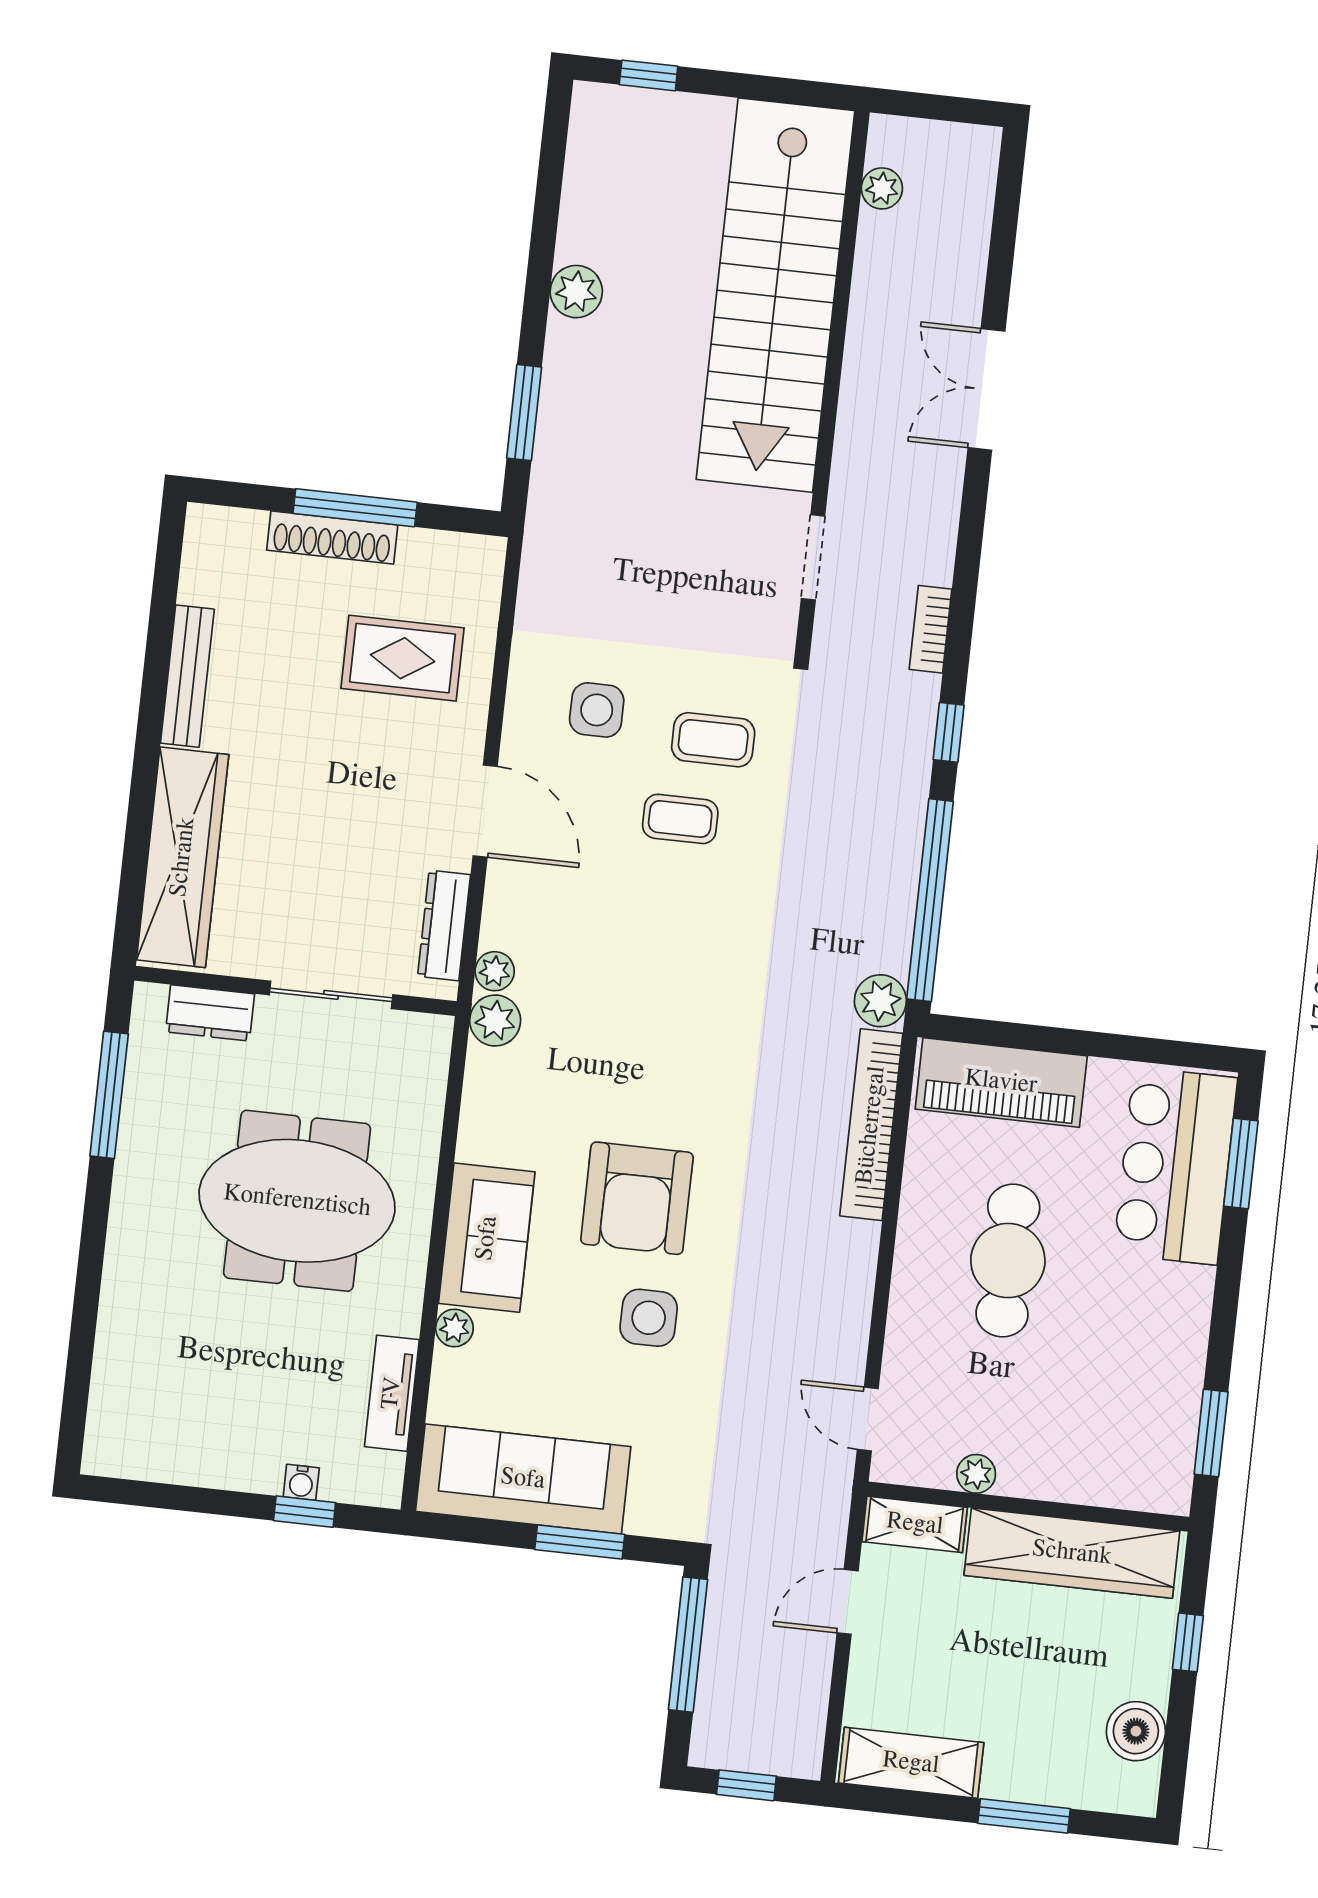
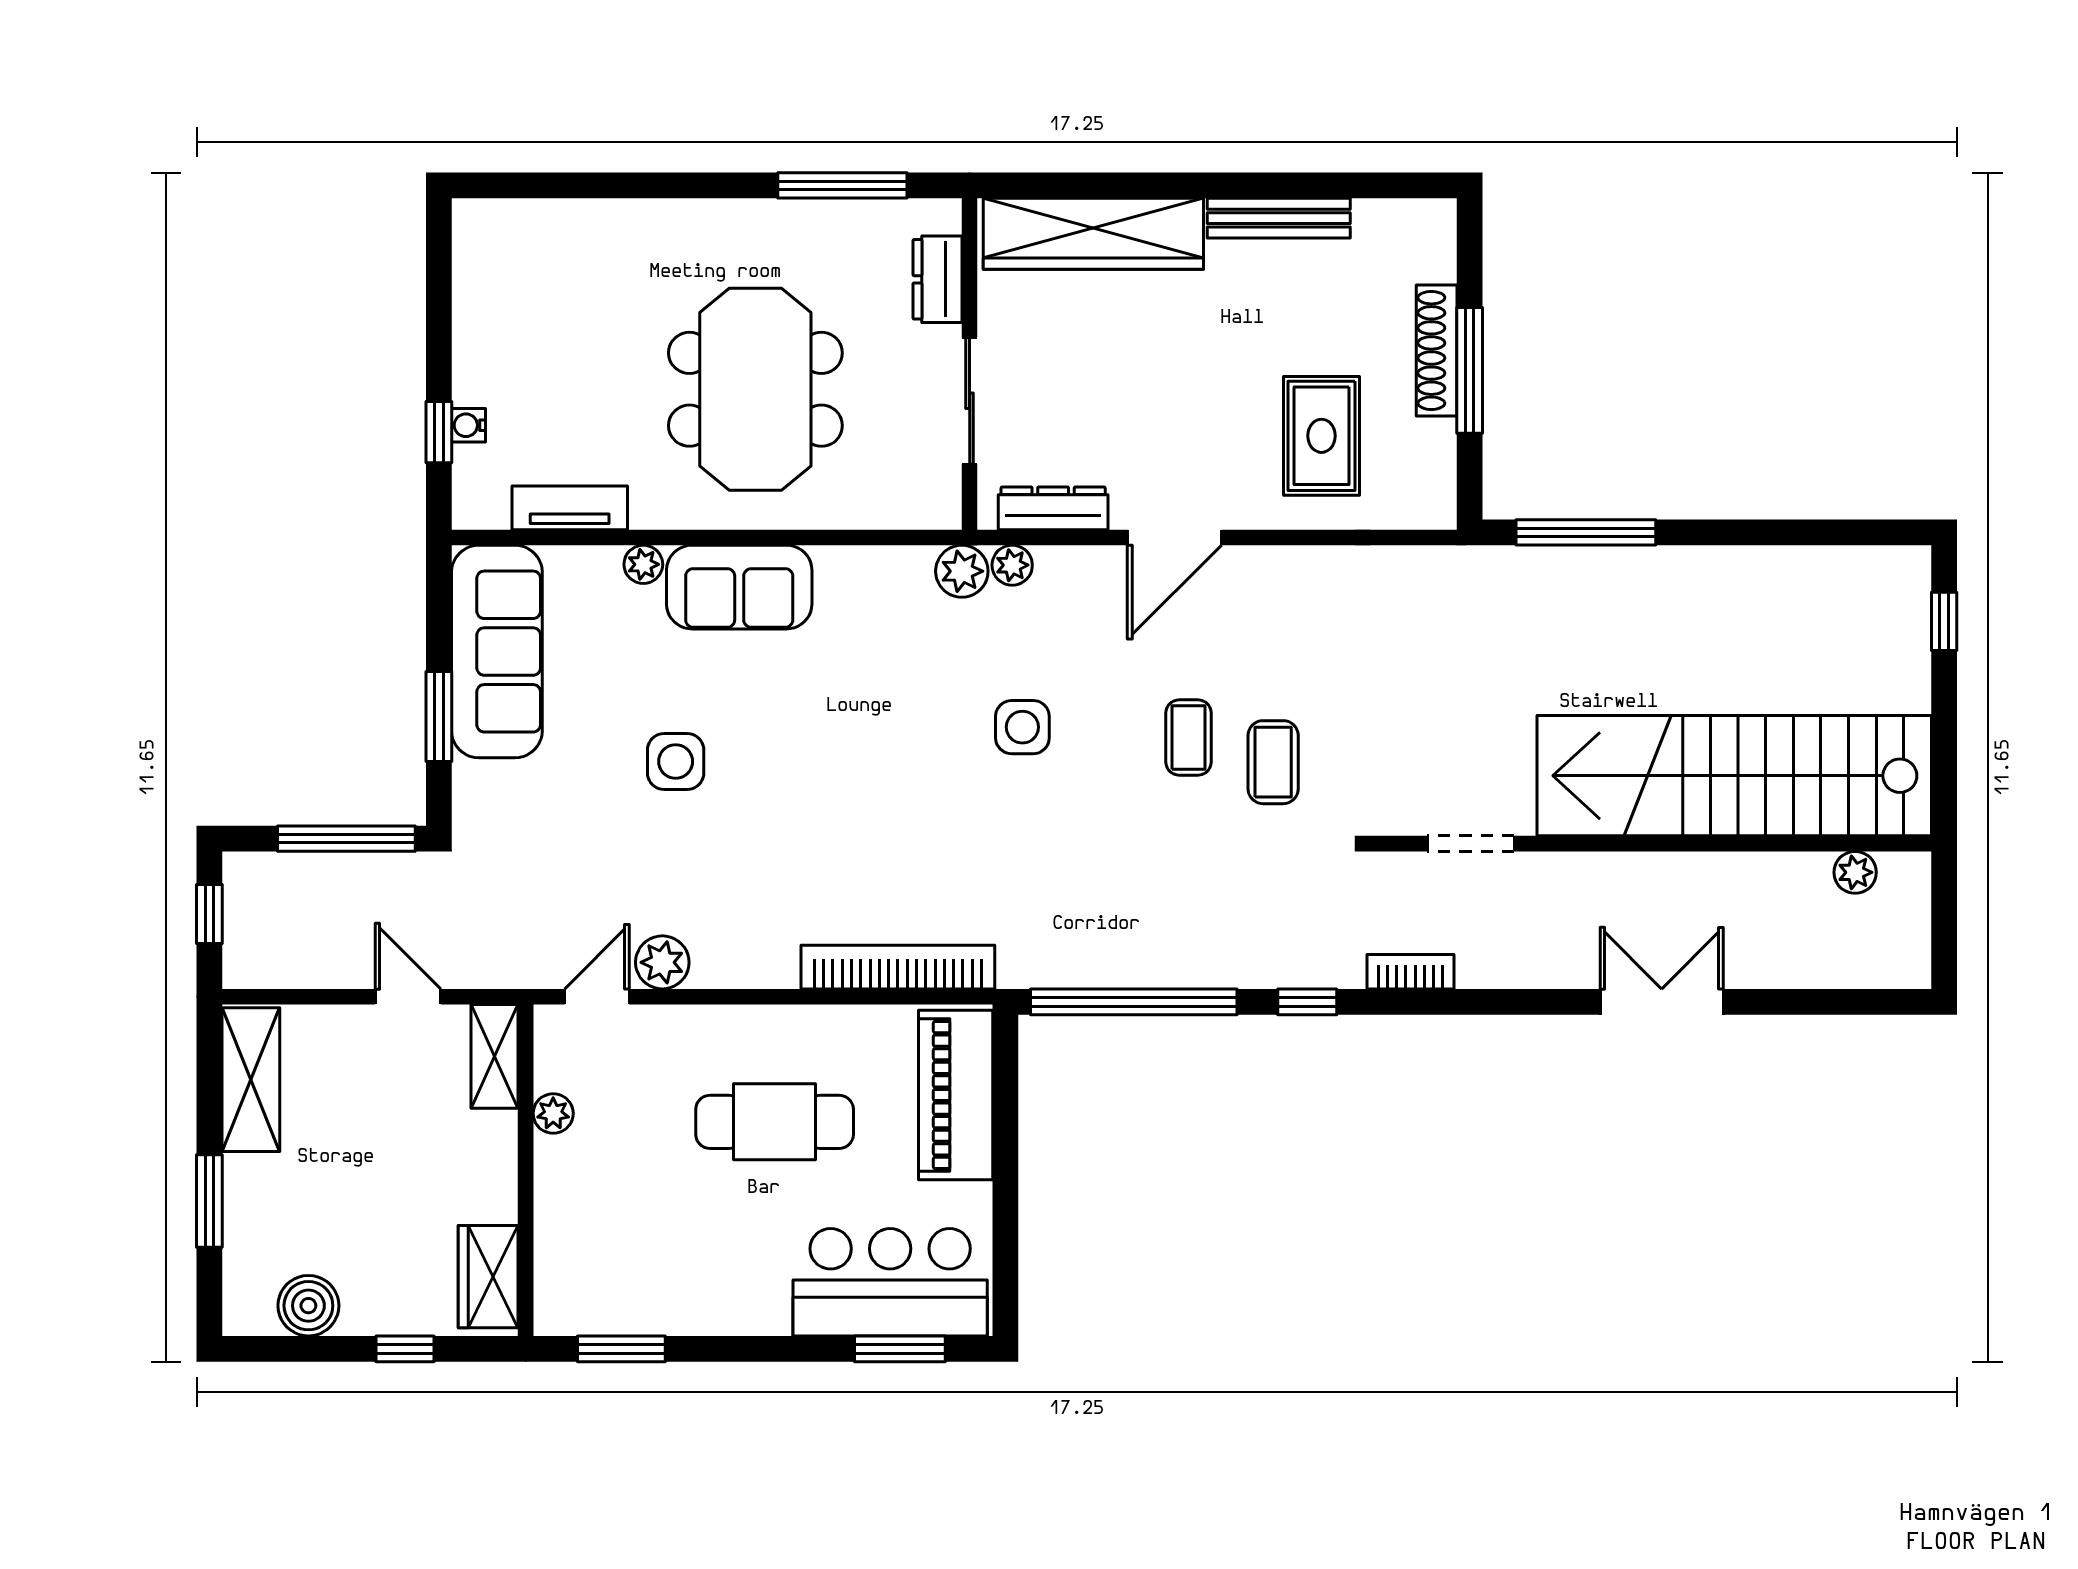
plant: (576, 292) -> (1715, 572), removed
window: (524, 413) -> (1586, 532), width x1.44
side table: (597, 710) -> (1022, 727), moved
plant: (880, 1001) -> (662, 962), moved
armchair: (637, 1198) -> (796, 736), removed
wardrobe: (1072, 1553) -> (488, 1277), width x0.48, depth x0.85

